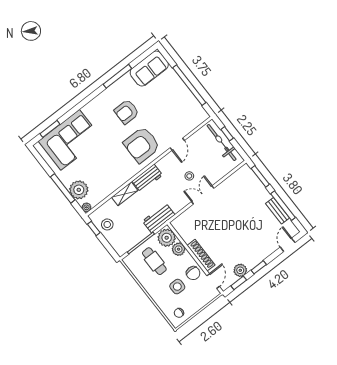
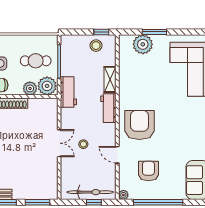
armchair: (127, 112) -> (148, 171), moved
window: (63, 188) -> (154, 32), width x0.69
plant: (86, 207) -> (123, 195), moved

